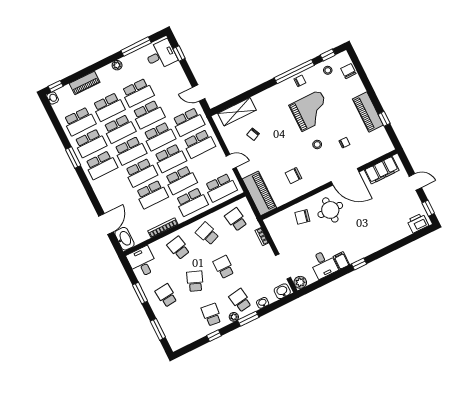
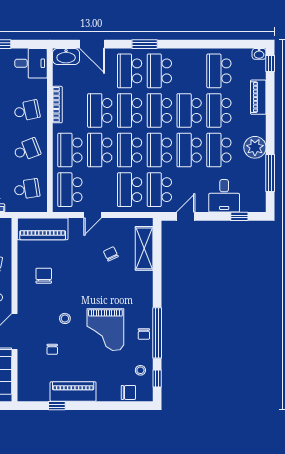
desk: (161, 55) -> (224, 196), moved
plant: (117, 65) -> (255, 147), width x1.87, depth x1.87
school desk: (90, 143) -> (130, 71), moved
window: (73, 158) -> (145, 44), moved

